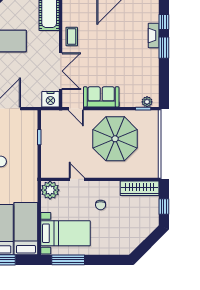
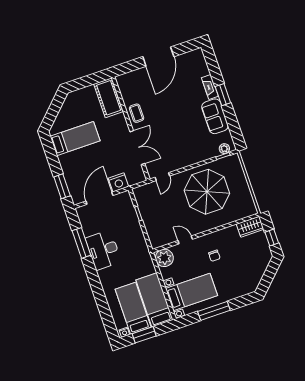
window: (164, 22) -> (215, 72), removed
sofa: (101, 97) -> (215, 116), moved, turned -90
nightstand: (50, 99) -> (118, 182), moved
door: (76, 109) -> (162, 177), hinge flipped
wardrobe: (140, 188) -> (250, 227), width x0.67
window: (68, 260) -> (214, 311), moved

